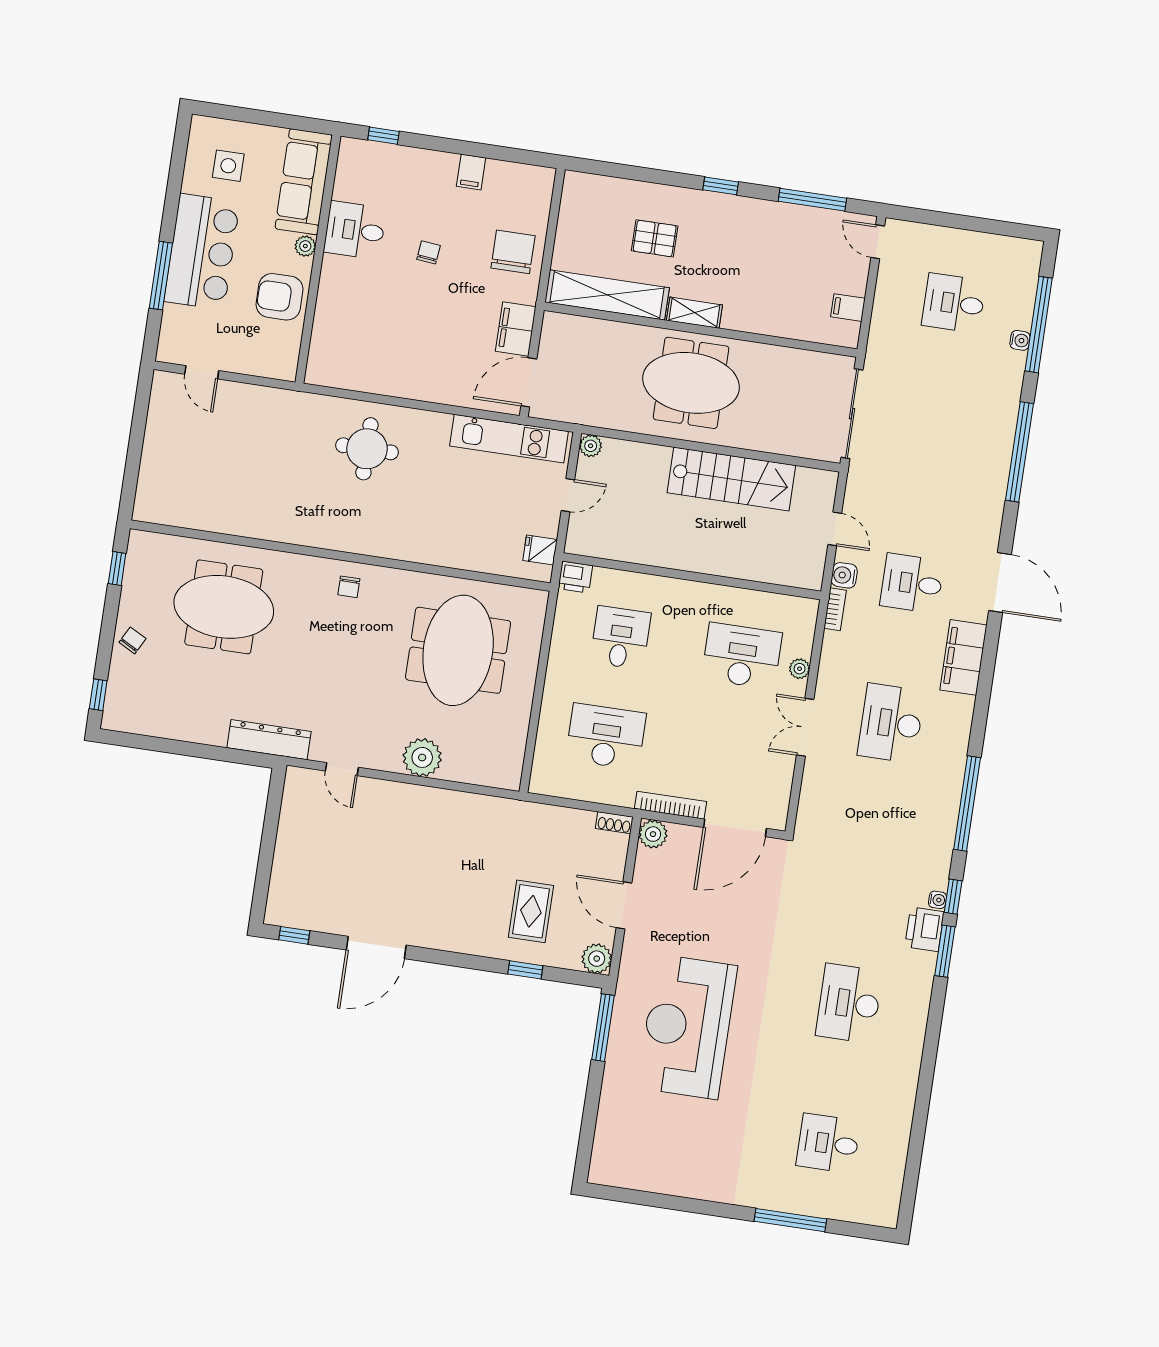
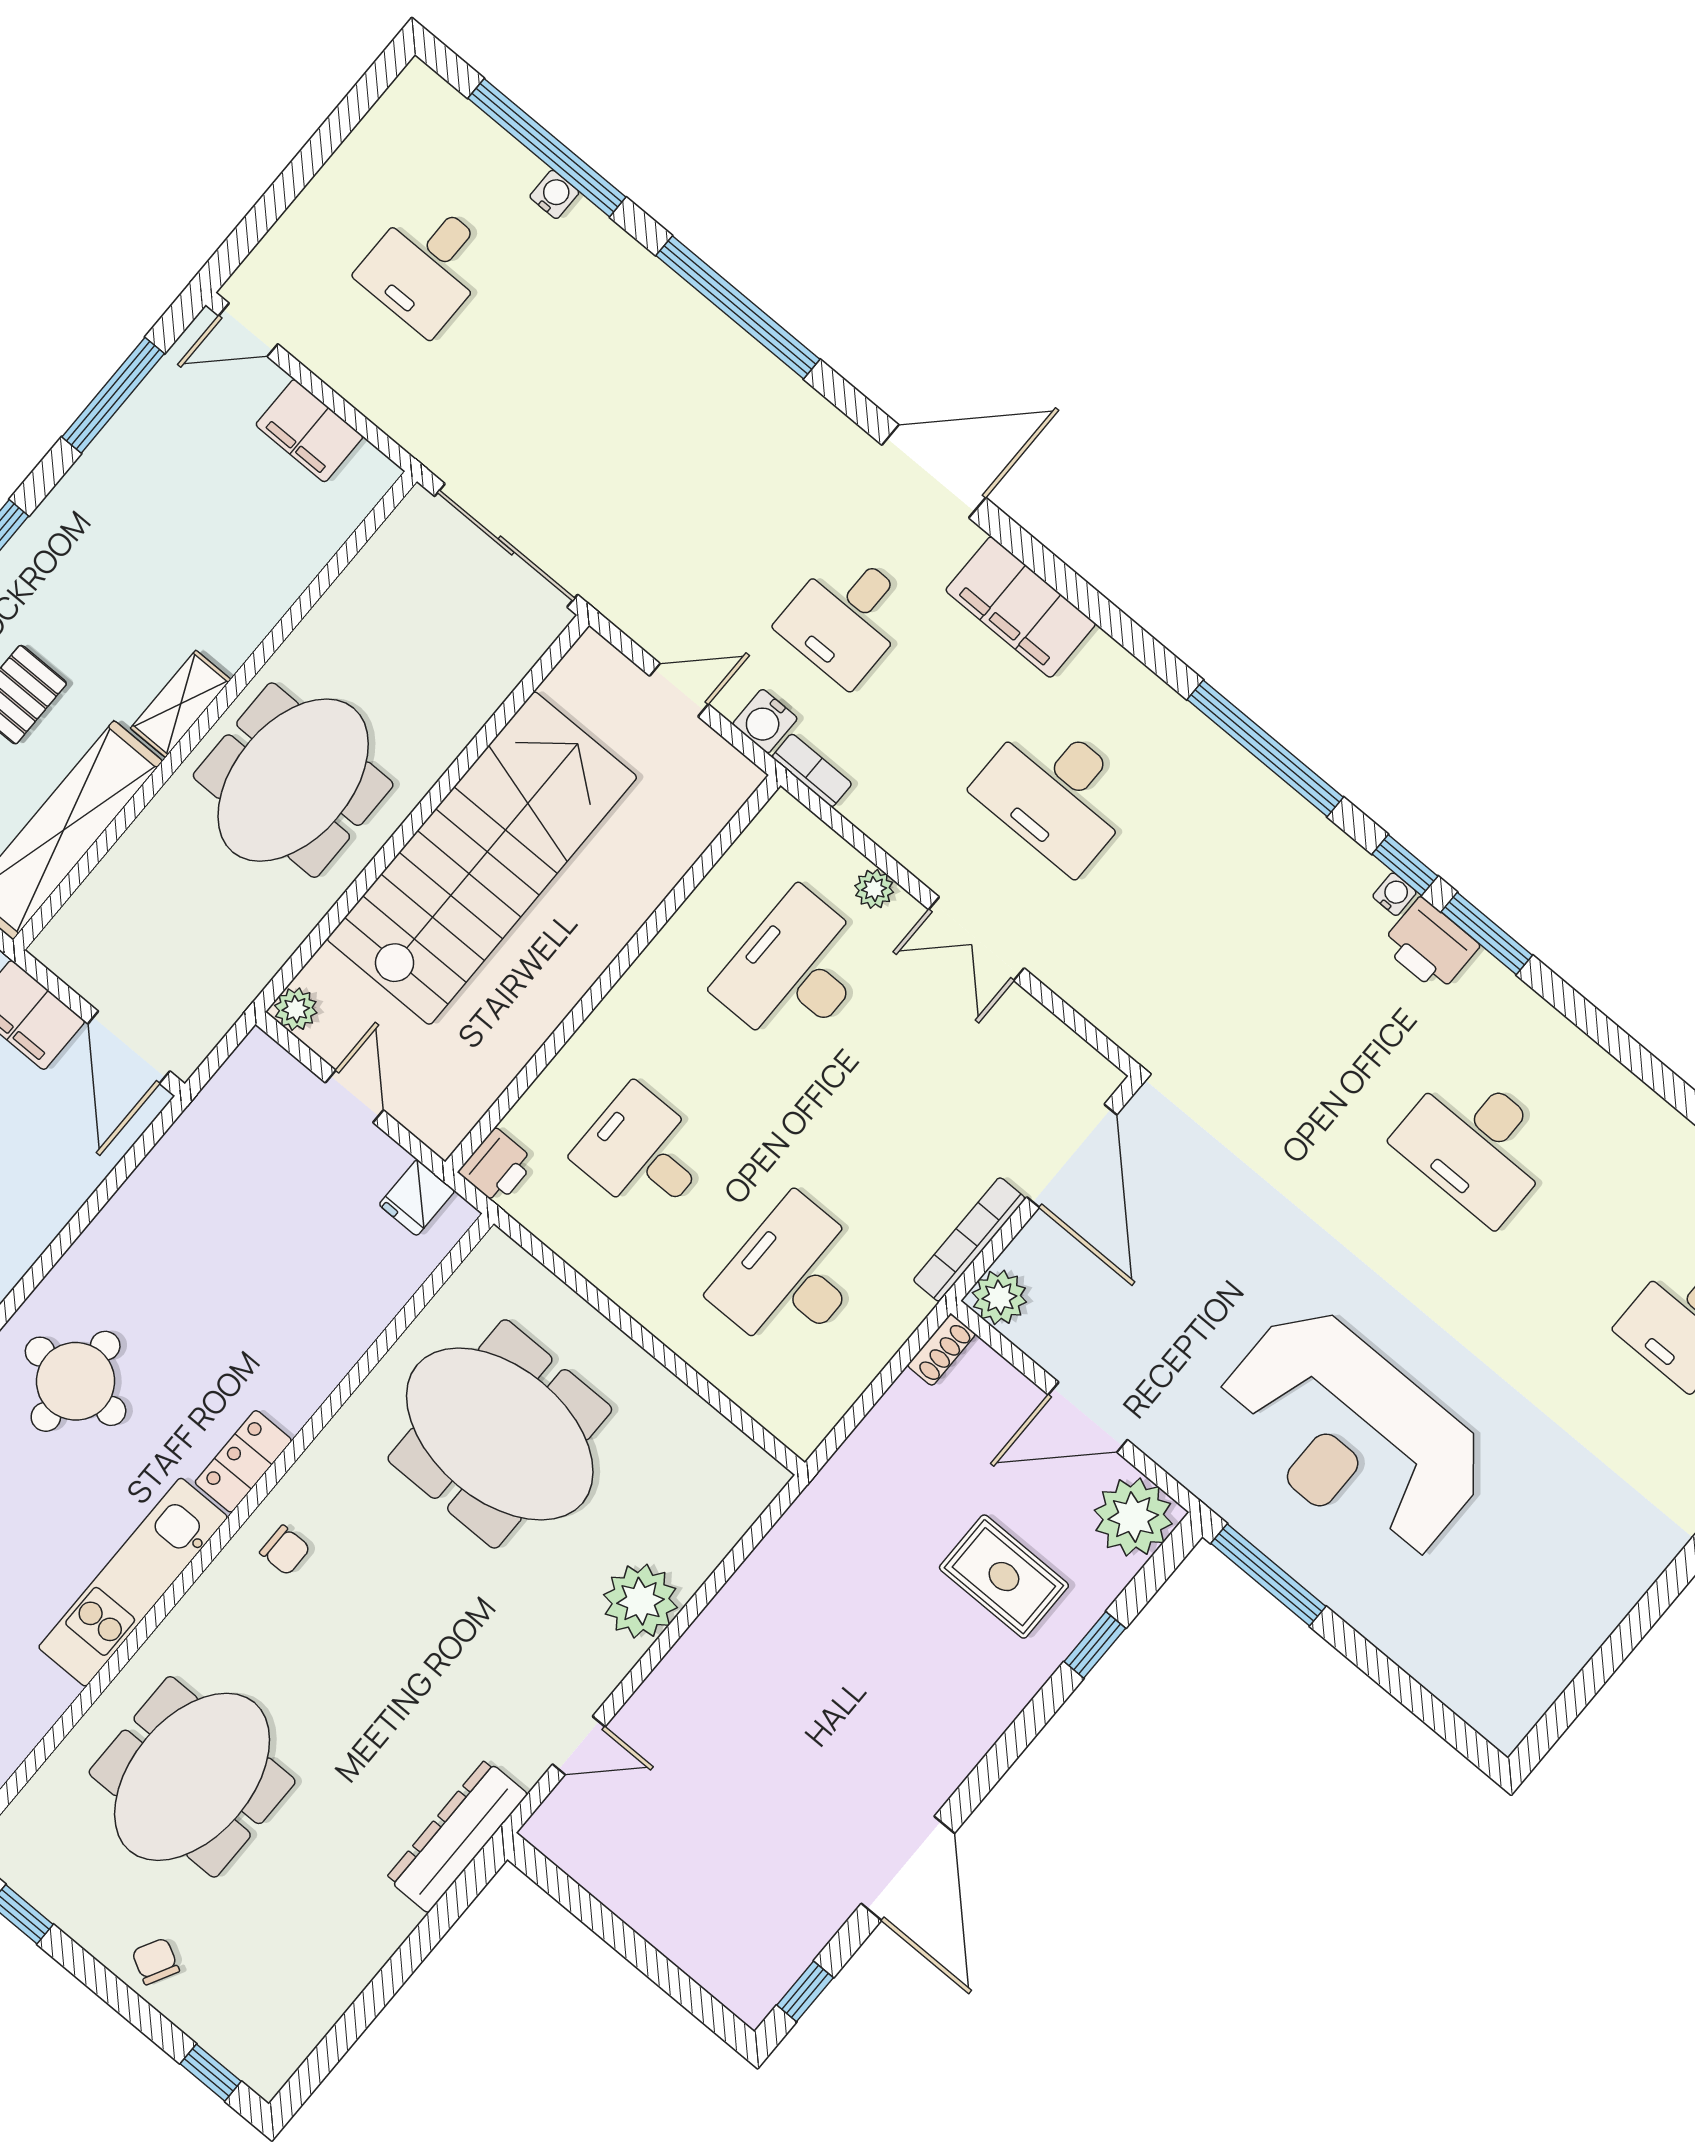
filing cabinet: (848, 308) -> (309, 431), width x2.00
kitchen unit: (509, 439) -> (133, 1582), moved, turned 180
stairs: (731, 479) -> (482, 858), width x1.36, depth x1.51
locker: (377, 544) -> (243, 1461), added
plant: (597, 959) -> (1133, 1517), width x1.36, depth x1.36

